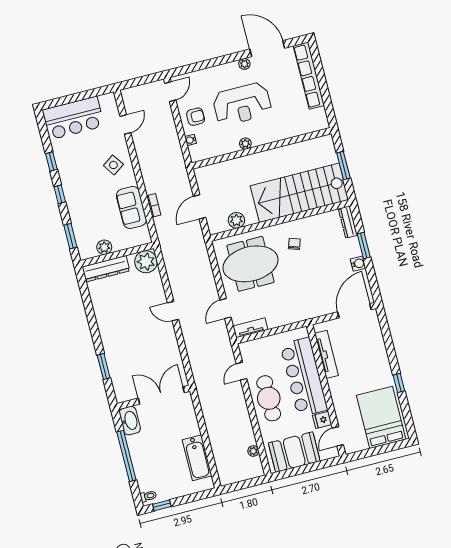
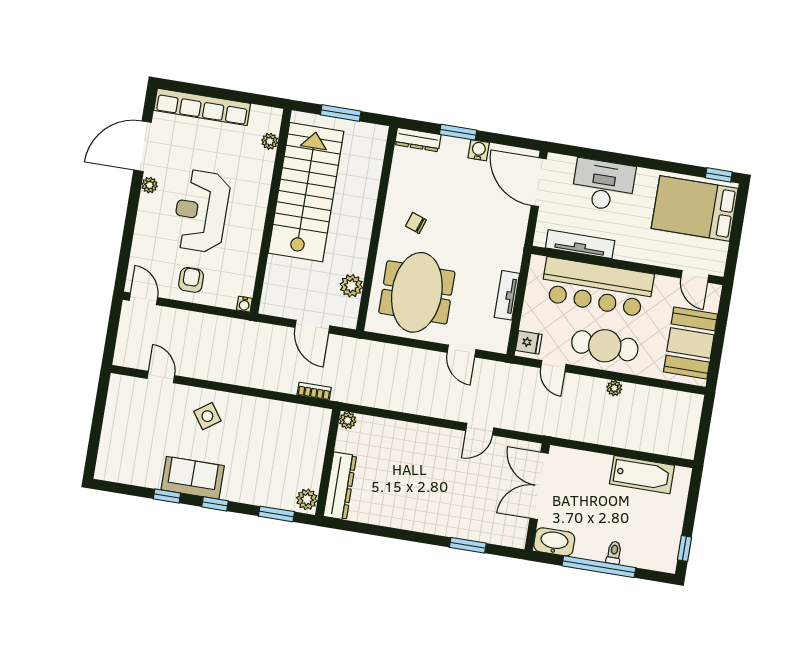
reception desk: (242, 104) -> (201, 211), turned 180
bar counter: (73, 118) -> (122, 442), removed
water cooler: (191, 140) -> (244, 304), moved
plant: (245, 144) -> (270, 141), moved
stairs: (299, 193) -> (306, 192), moved, turned 180
bookcase: (154, 205) -> (314, 391), moved
sofa: (131, 207) -> (193, 478), moved, turned 180
plant: (104, 247) -> (307, 499), moved
plant: (146, 262) -> (348, 420), width x0.53, depth x0.53
door: (173, 311) -> (480, 429), moved
tv unit: (250, 328) -> (507, 295), moved
desk: (371, 353) -> (603, 185), added
window: (399, 383) -> (719, 175), moved
fridge: (322, 420) -> (529, 342), moved, turned -90
plant: (253, 451) -> (614, 388), moved
toilet: (148, 496) -> (614, 553), moved

